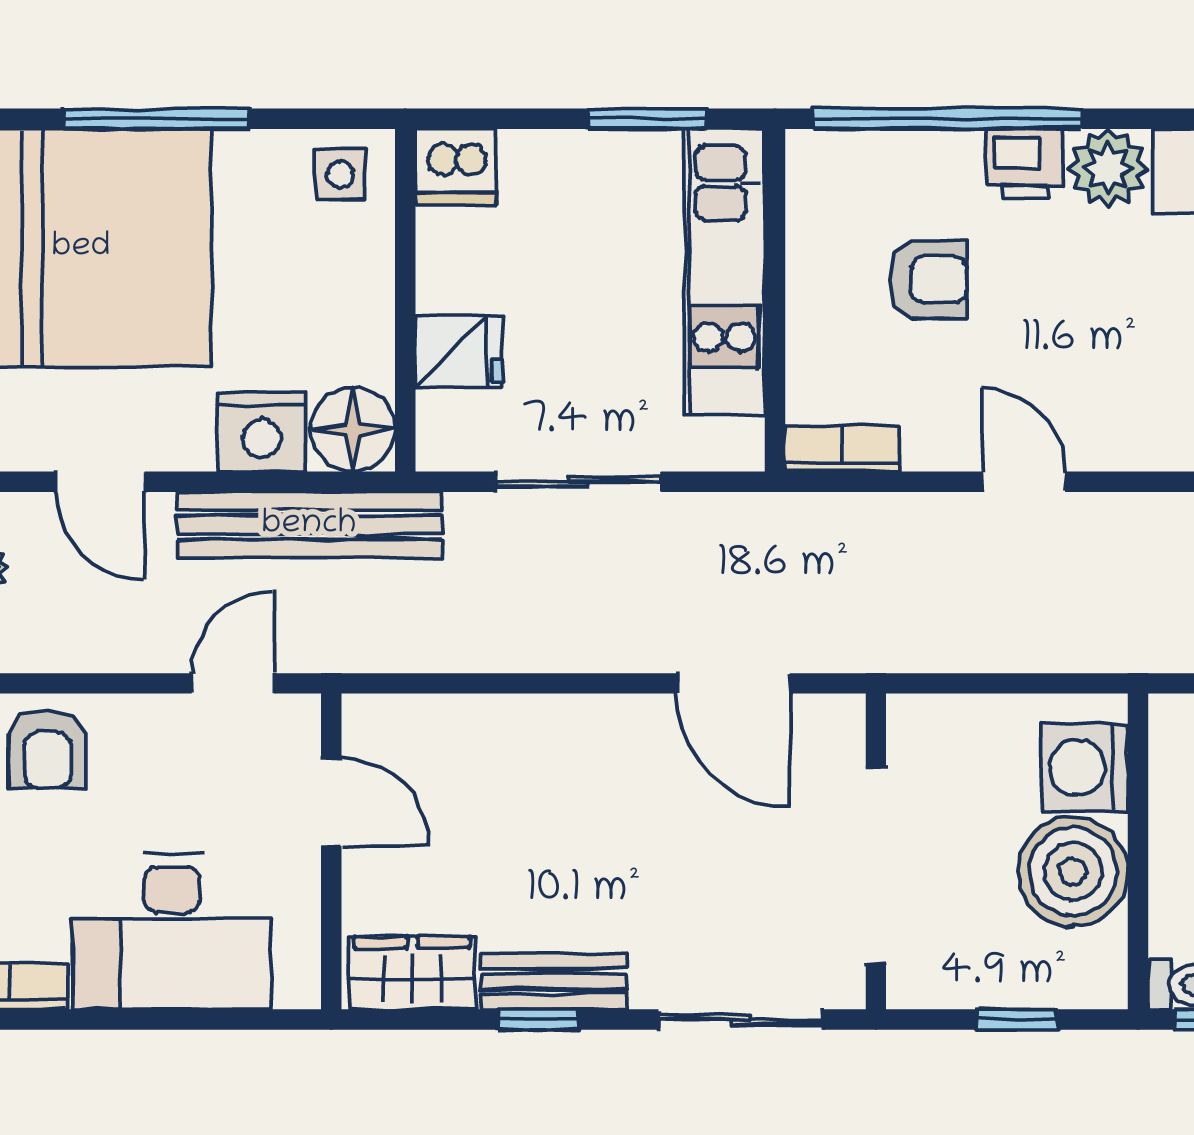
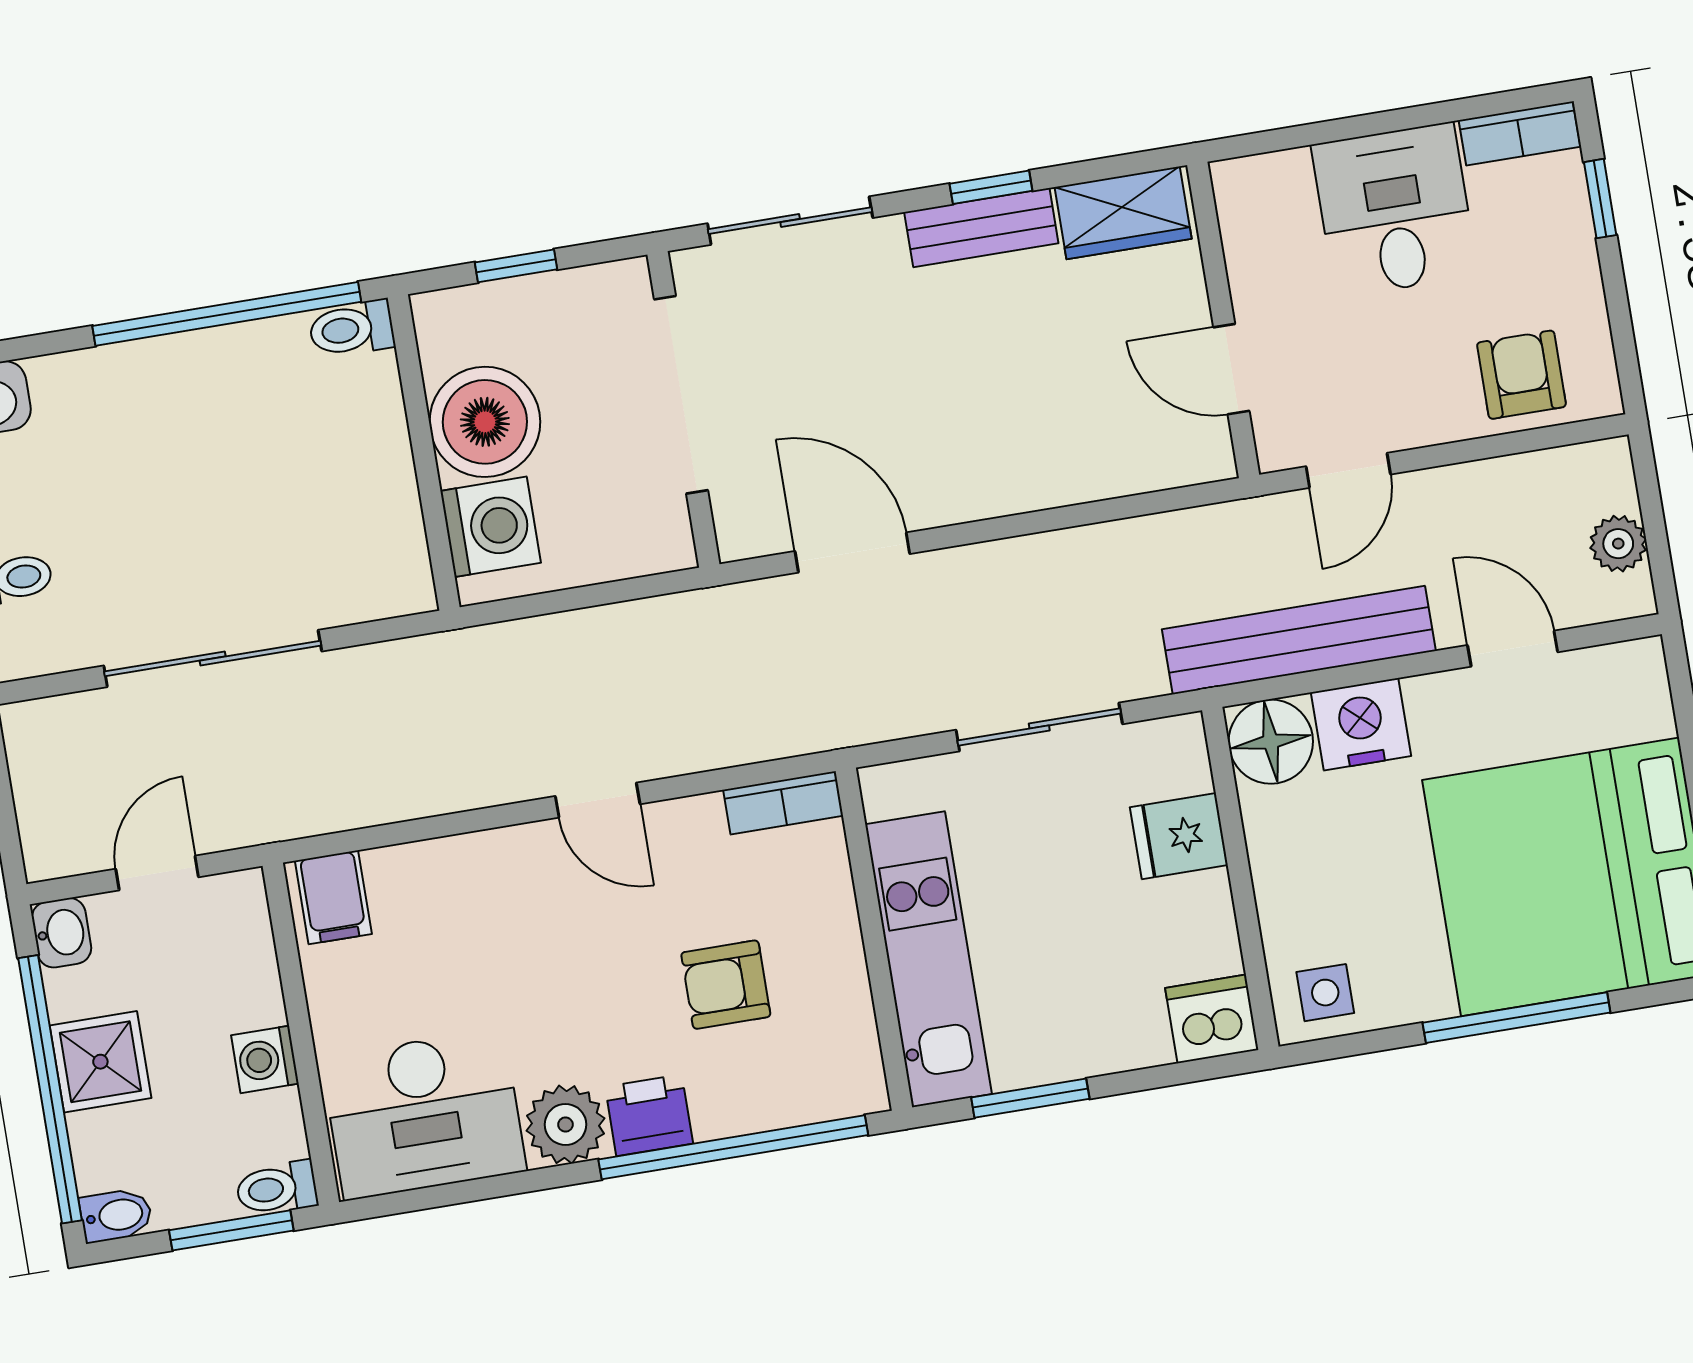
desk: (172, 932) -> (1395, 210), width x0.73

